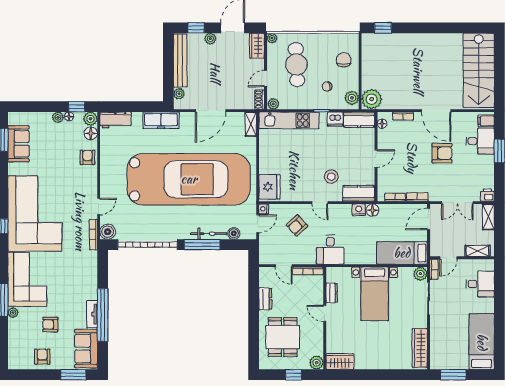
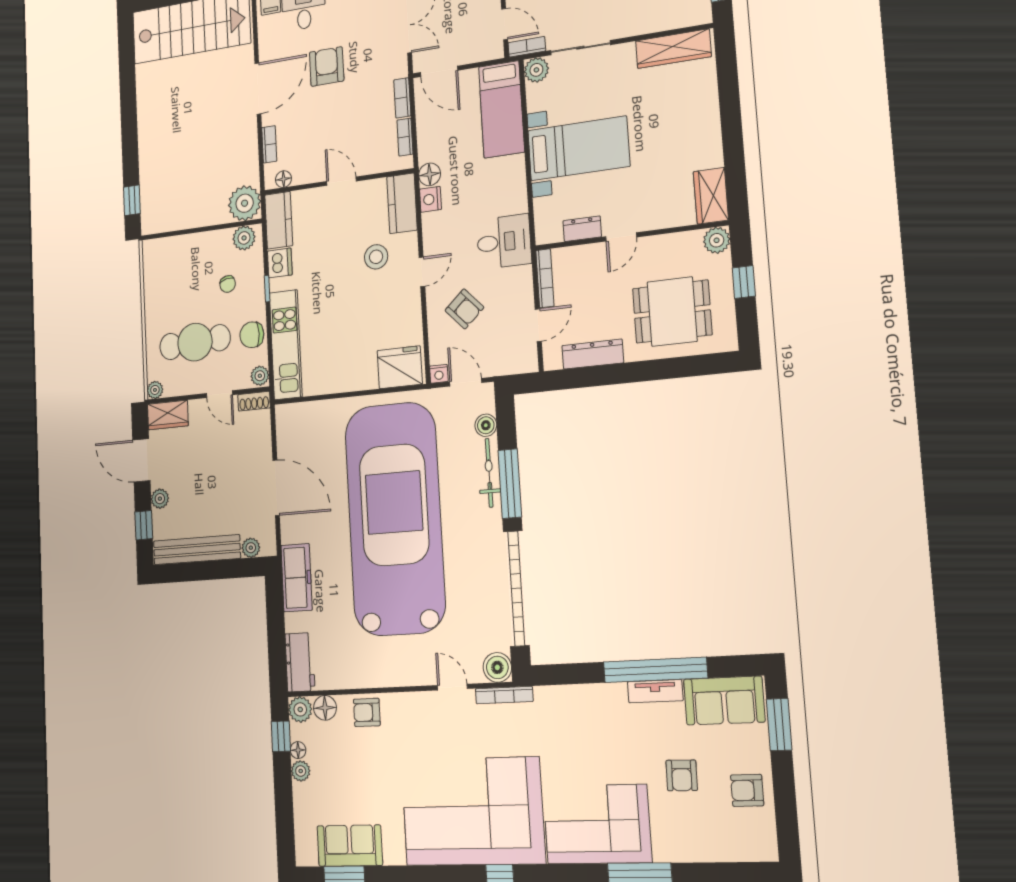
chair: (344, 60) -> (252, 335), moved
shelving: (251, 124) -> (295, 413), removed
dresser: (265, 299) -> (593, 354), width x1.44
plant: (13, 313) -> (664, 852), removed

